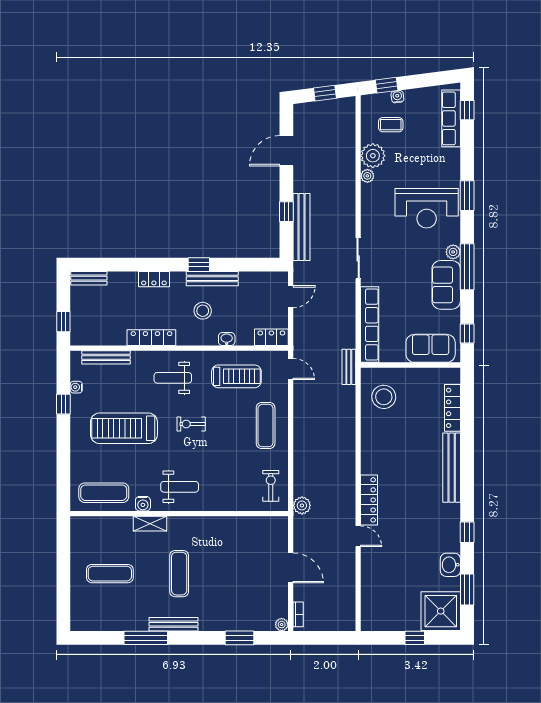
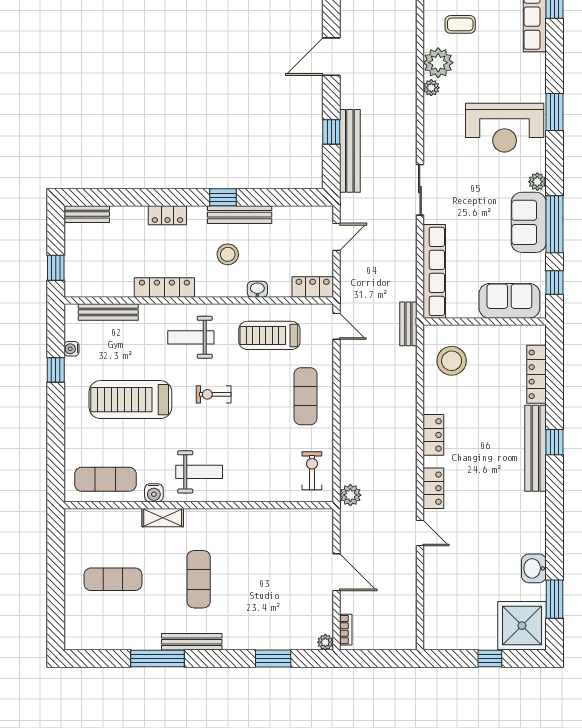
window: (467, 267) -> (555, 224), moved
treadmill: (236, 376) -> (269, 335), turned 180
locker: (369, 457) -> (433, 435), added
locker: (369, 500) -> (433, 488), width x0.66
window: (467, 532) -> (555, 442), moved

